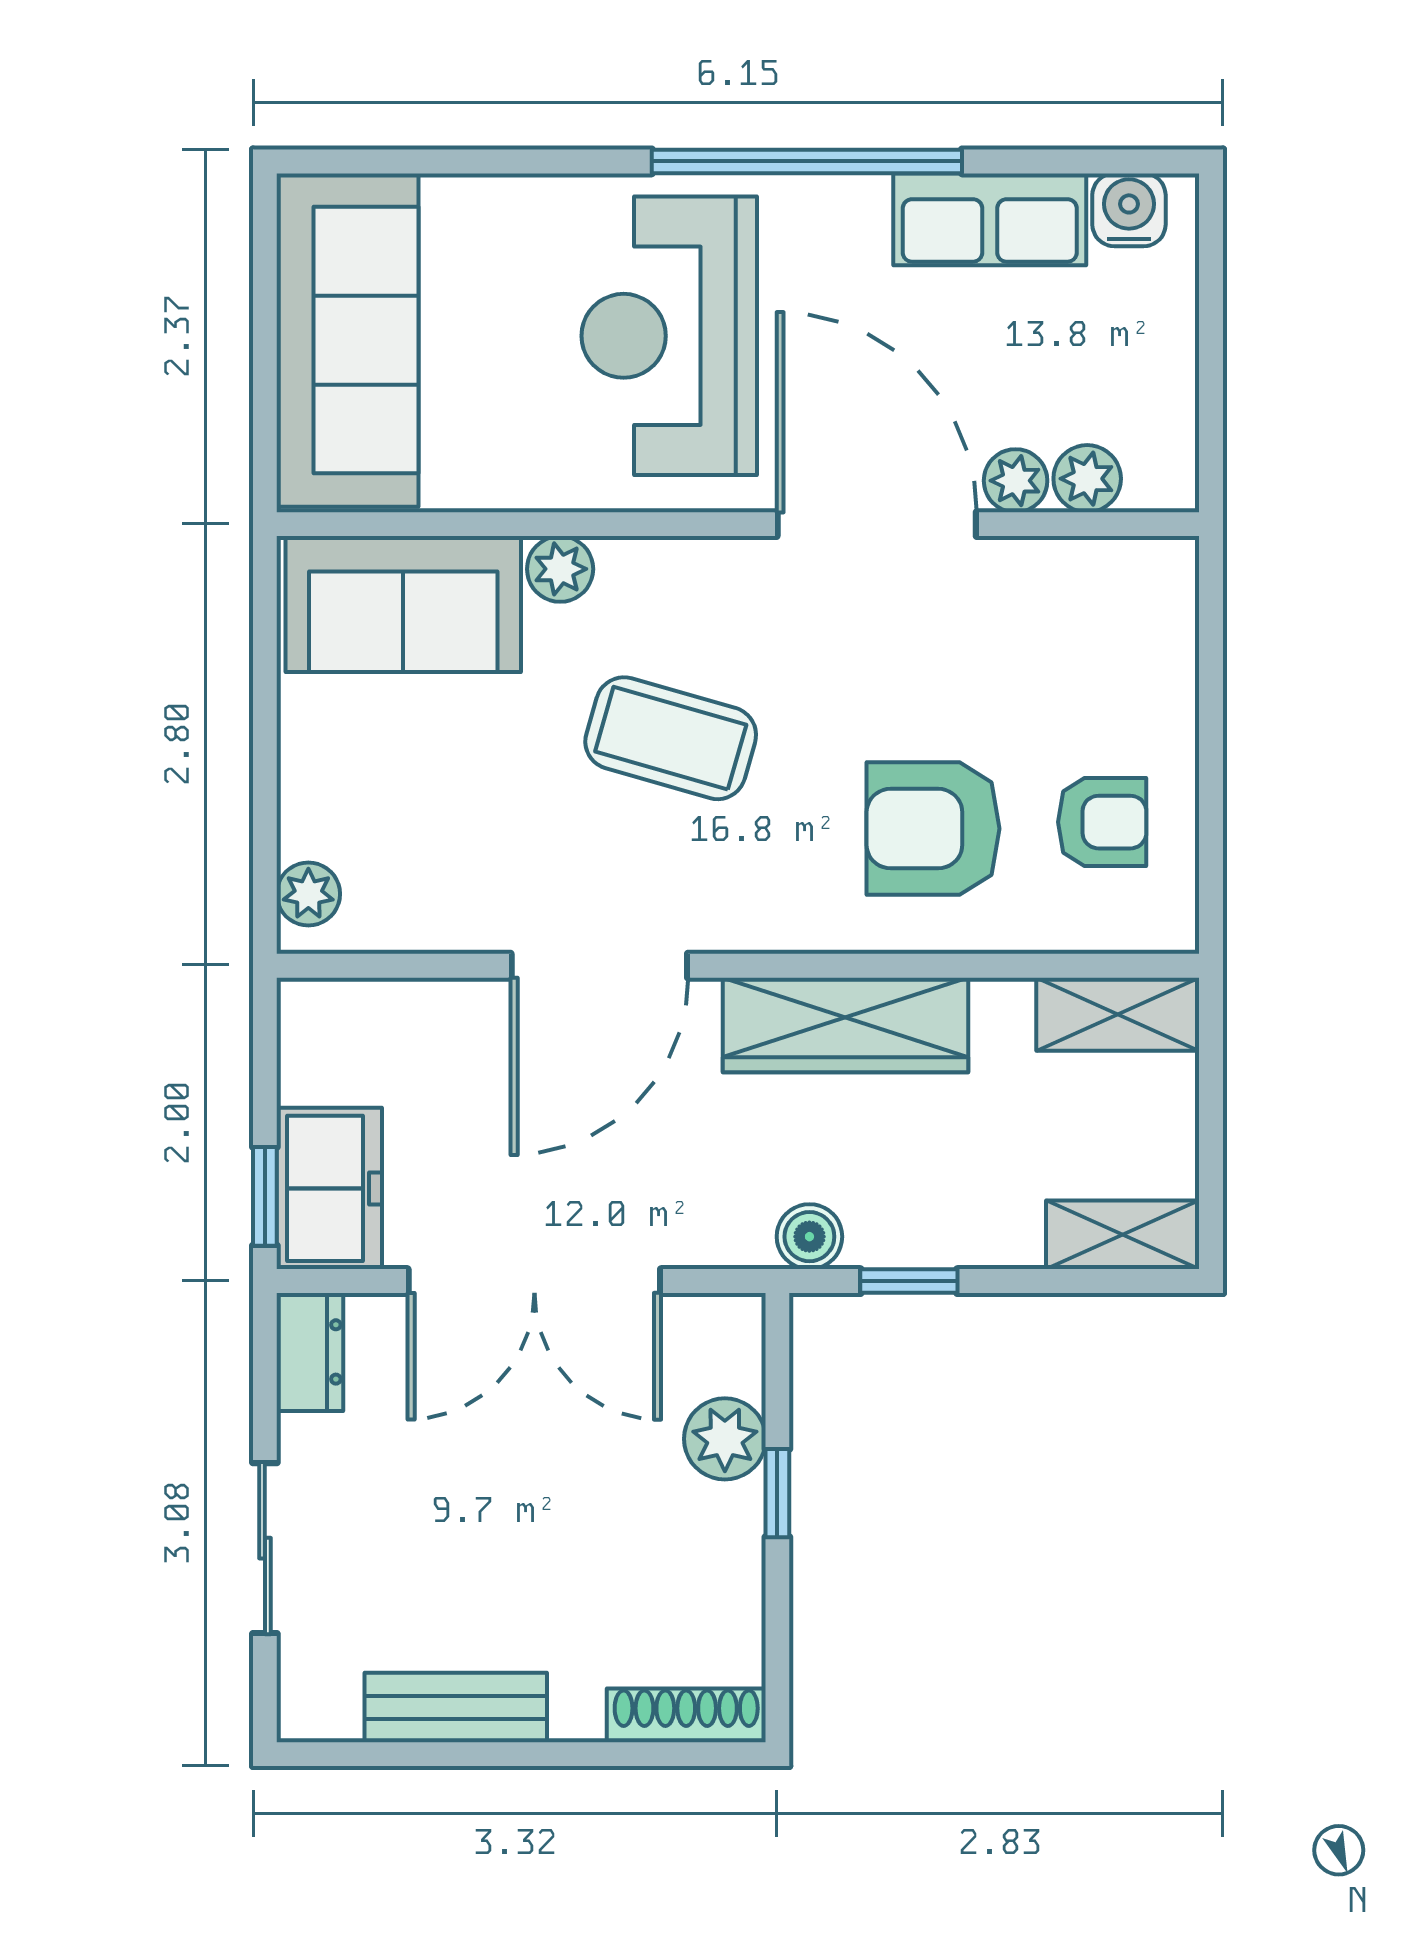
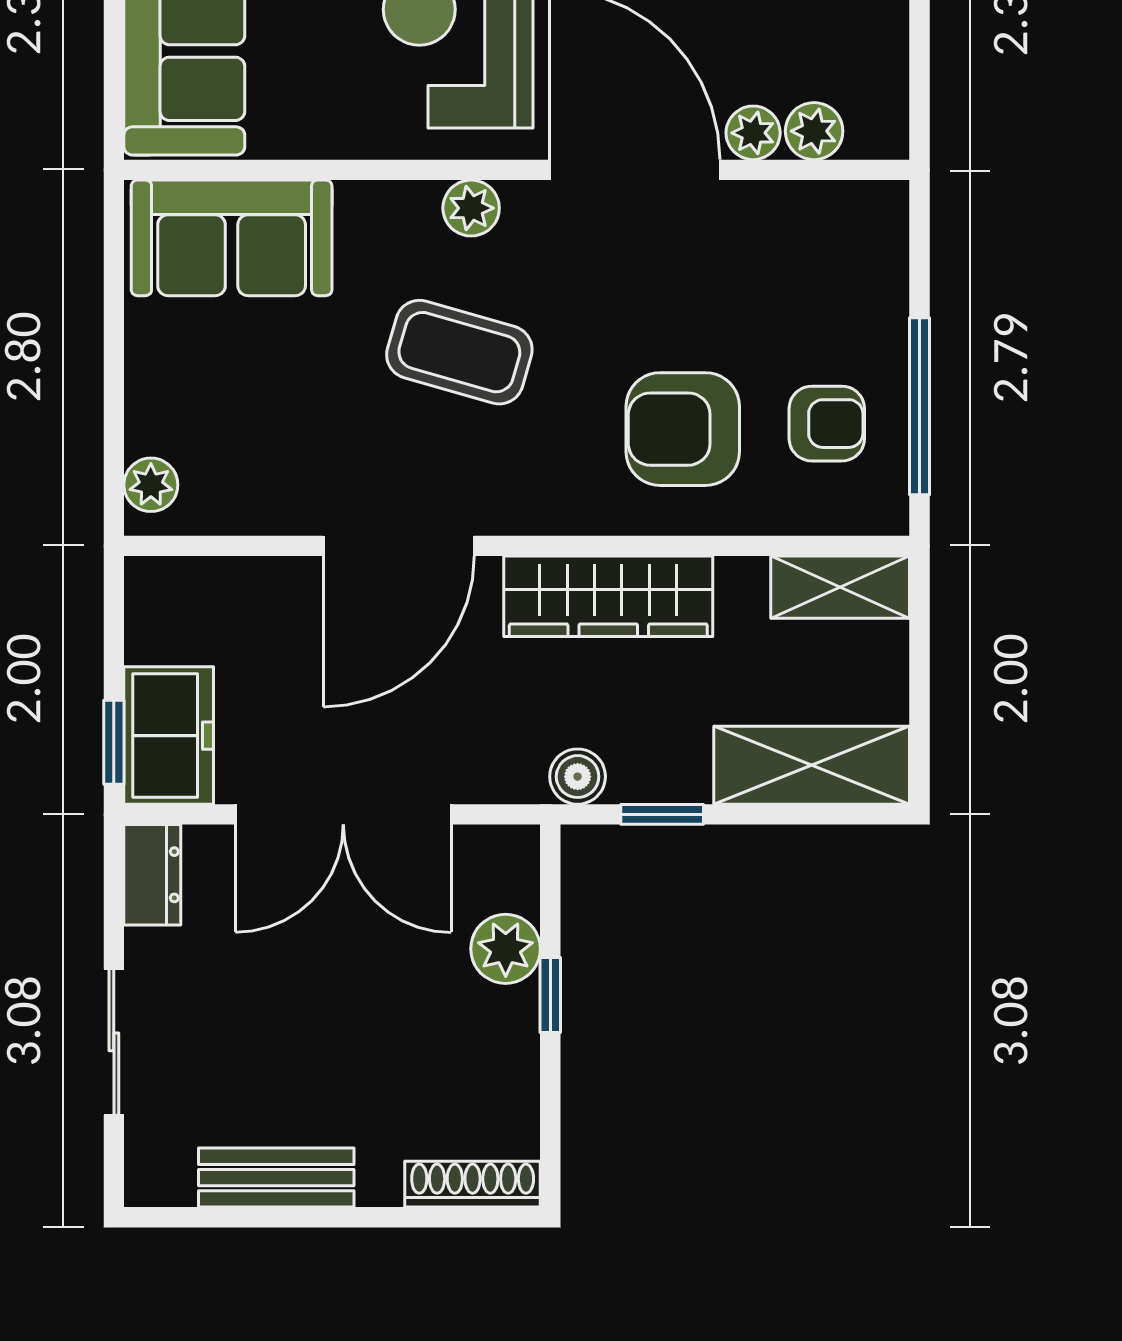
plant: (560, 569) -> (471, 208), moved
window: (1211, 802) -> (920, 406), added
shelving: (1123, 1235) -> (812, 765), width x1.50, depth x1.33

